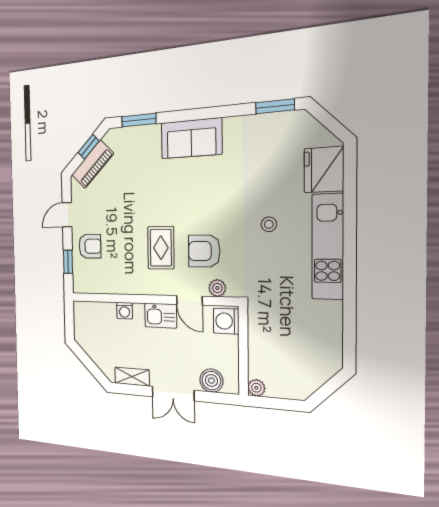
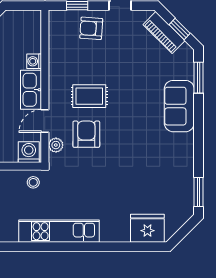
sofa: (191, 138) -> (179, 106), moved
stool: (269, 224) -> (33, 182), moved
armchair: (90, 246) -> (91, 28), turned 94
kitchen unit: (328, 247) -> (59, 231), moved
kitchen sink: (161, 316) -> (31, 90), width x1.38

